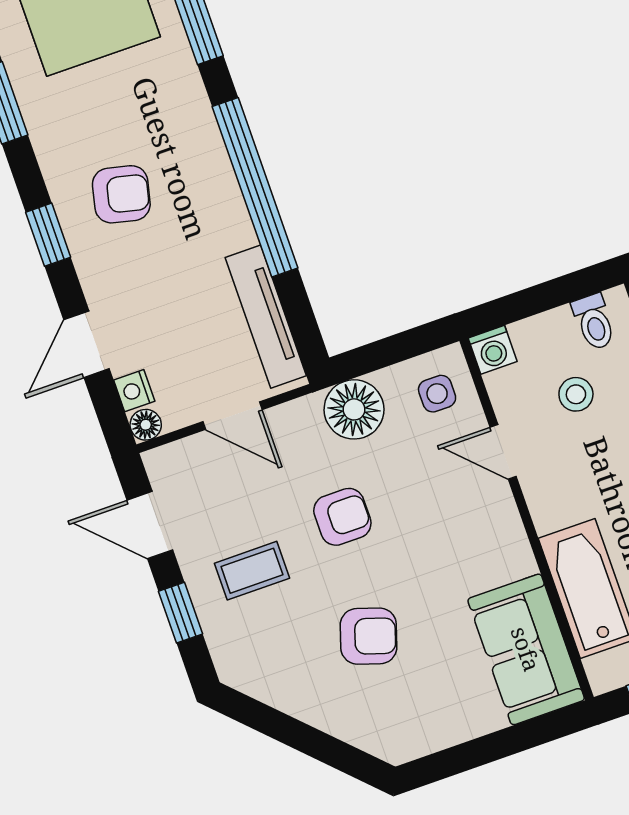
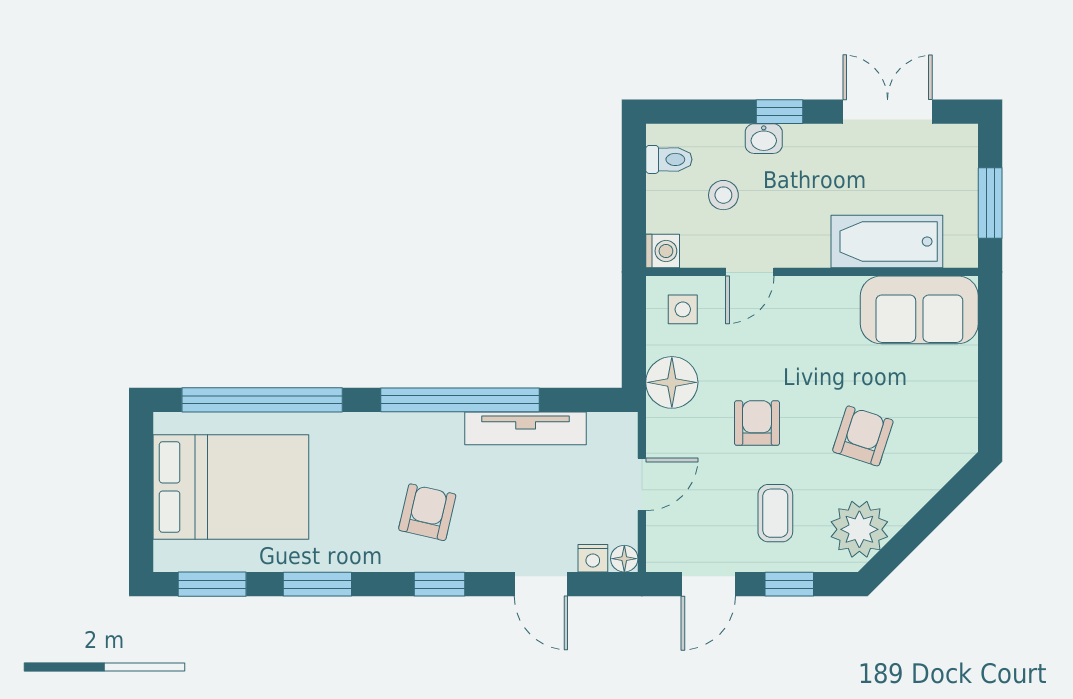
tv unit: (266, 317) -> (526, 428), moved
plant: (266, 668) -> (859, 529), added

